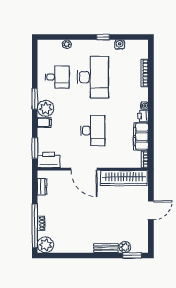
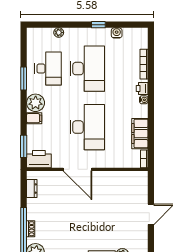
desk: (57, 77) -> (48, 69), width x1.37
window: (35, 99) -> (24, 79), moved
printer: (143, 116) -> (142, 89), moved
desk: (93, 130) -> (87, 127), width x1.36, depth x1.30
wardrobe: (124, 178) -> (121, 179), removed

